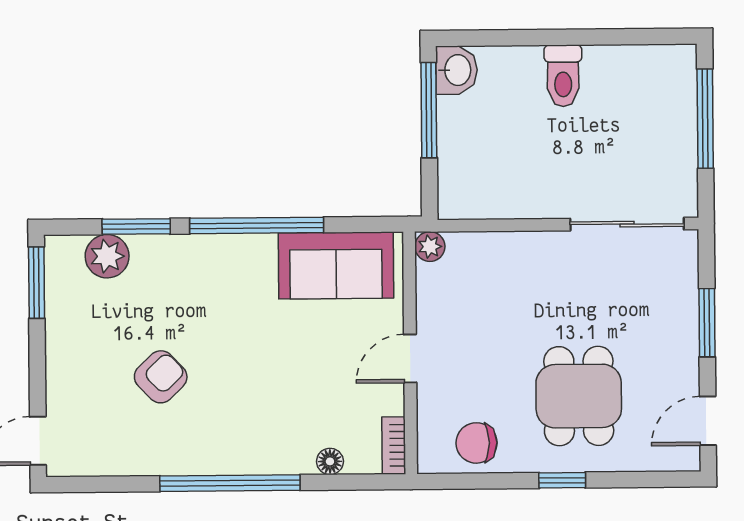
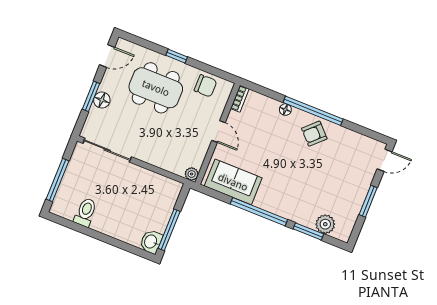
toilet: (563, 76) -> (85, 212), moved
window: (37, 283) -> (368, 201), moved
floor lamp: (681, 324) -> (102, 100), added
door: (410, 358) -> (218, 131), hinge flipped
armchair: (161, 377) -> (314, 134), moved
dining table: (579, 396) -> (156, 88), width x1.38
floor lamp: (330, 461) -> (285, 110), moved

